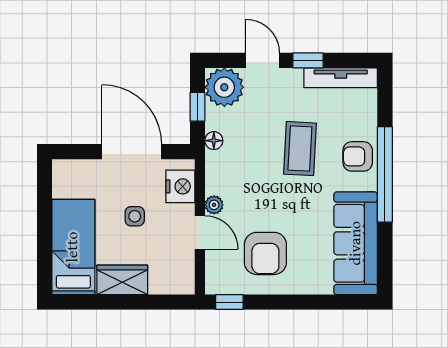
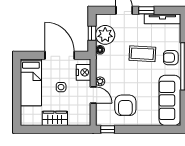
plant: (224, 87) -> (105, 35), moved
coffee table: (300, 149) -> (142, 54), turned 90
bed: (73, 247) -> (31, 82), moved, turned 180

